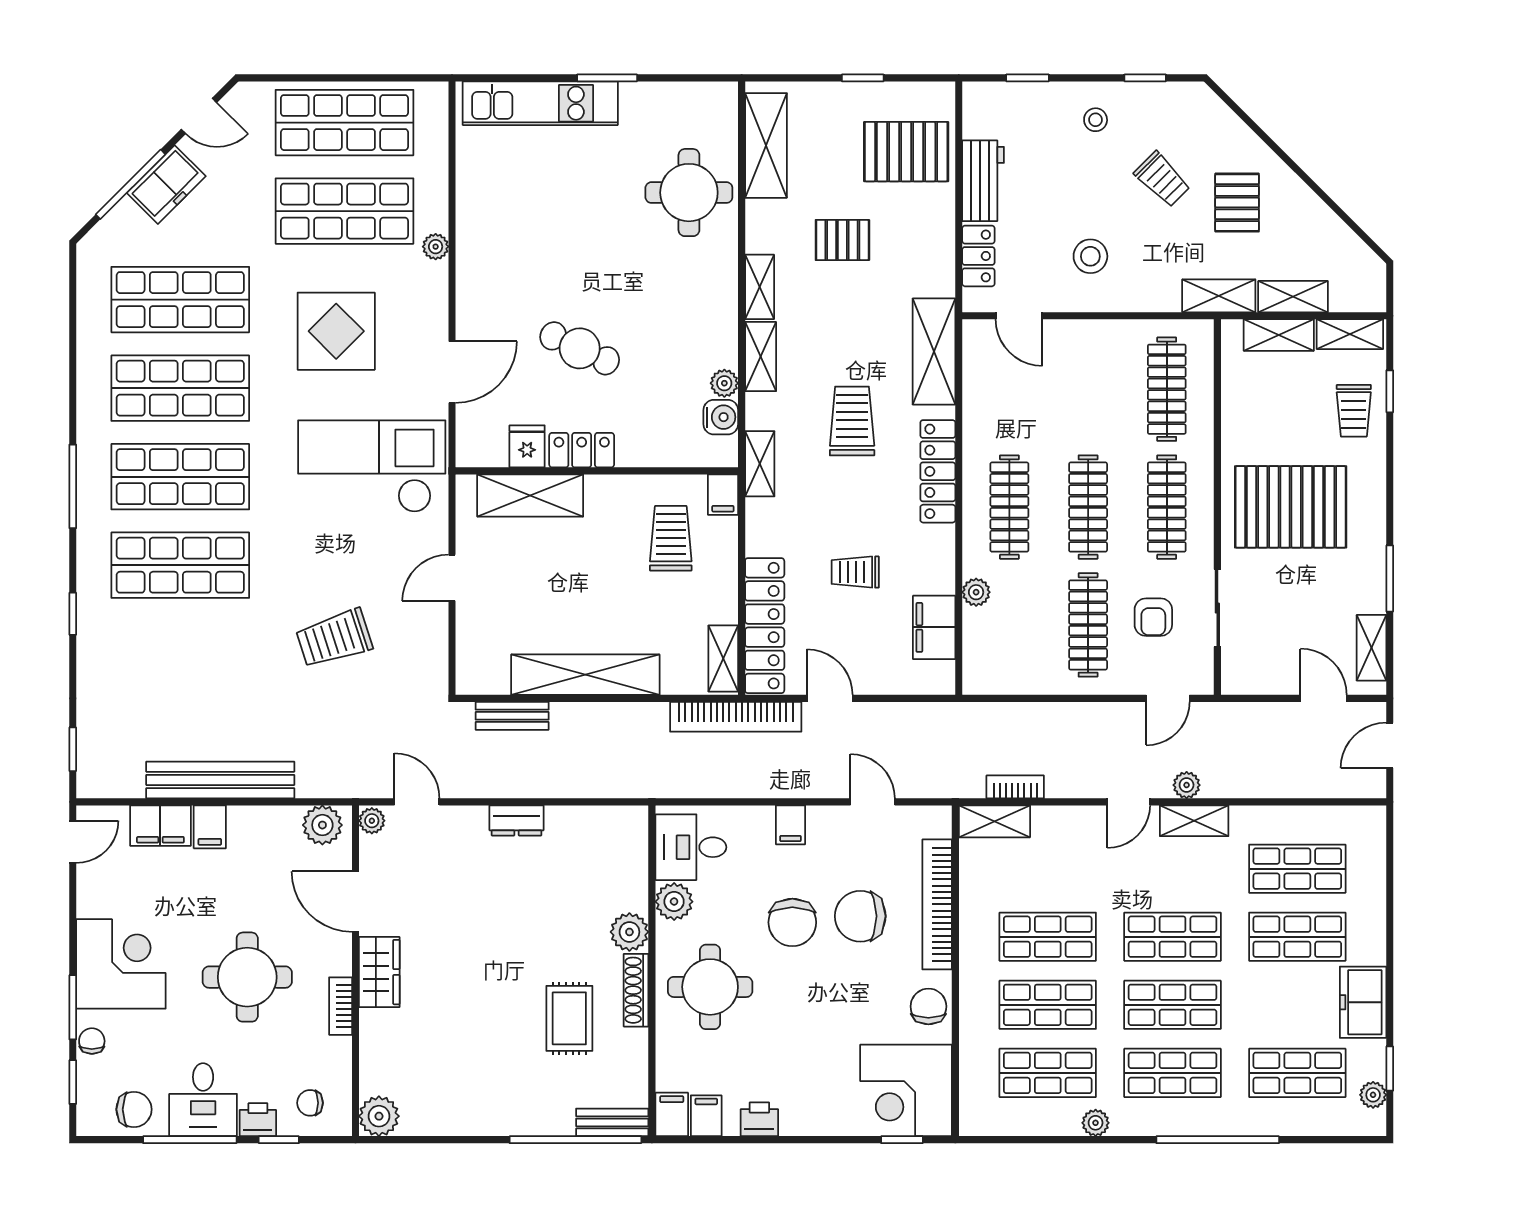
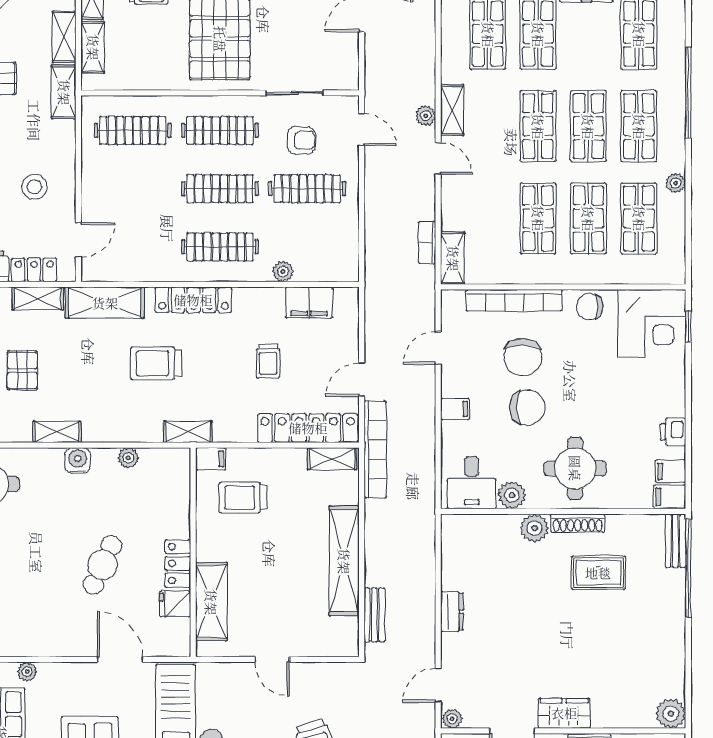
shelving: (761, 357) -> (38, 298), moved
water cooler: (721, 417) -> (78, 460), moved

